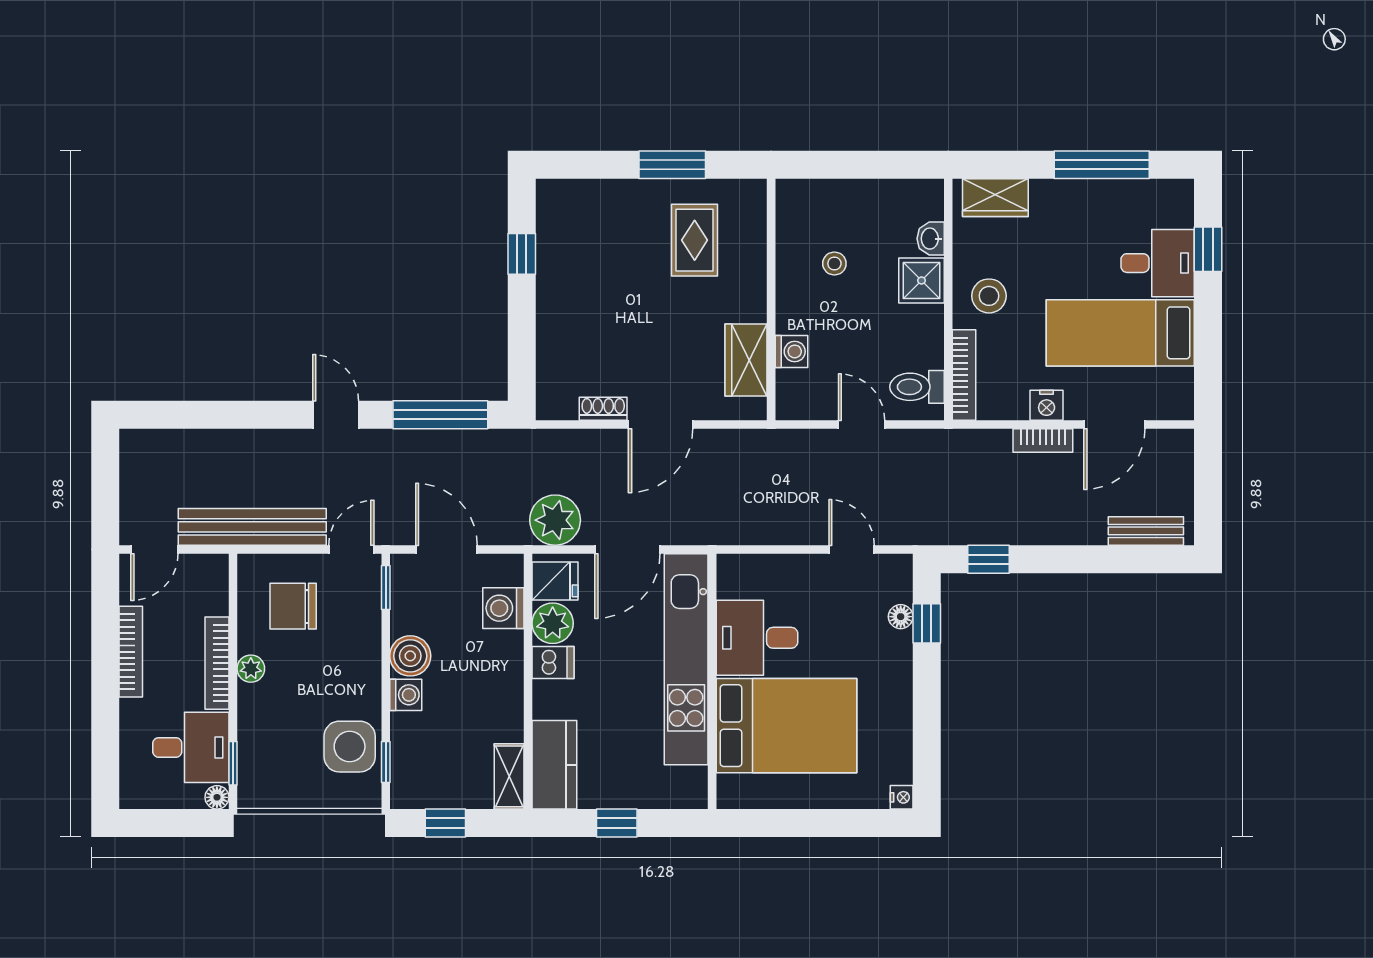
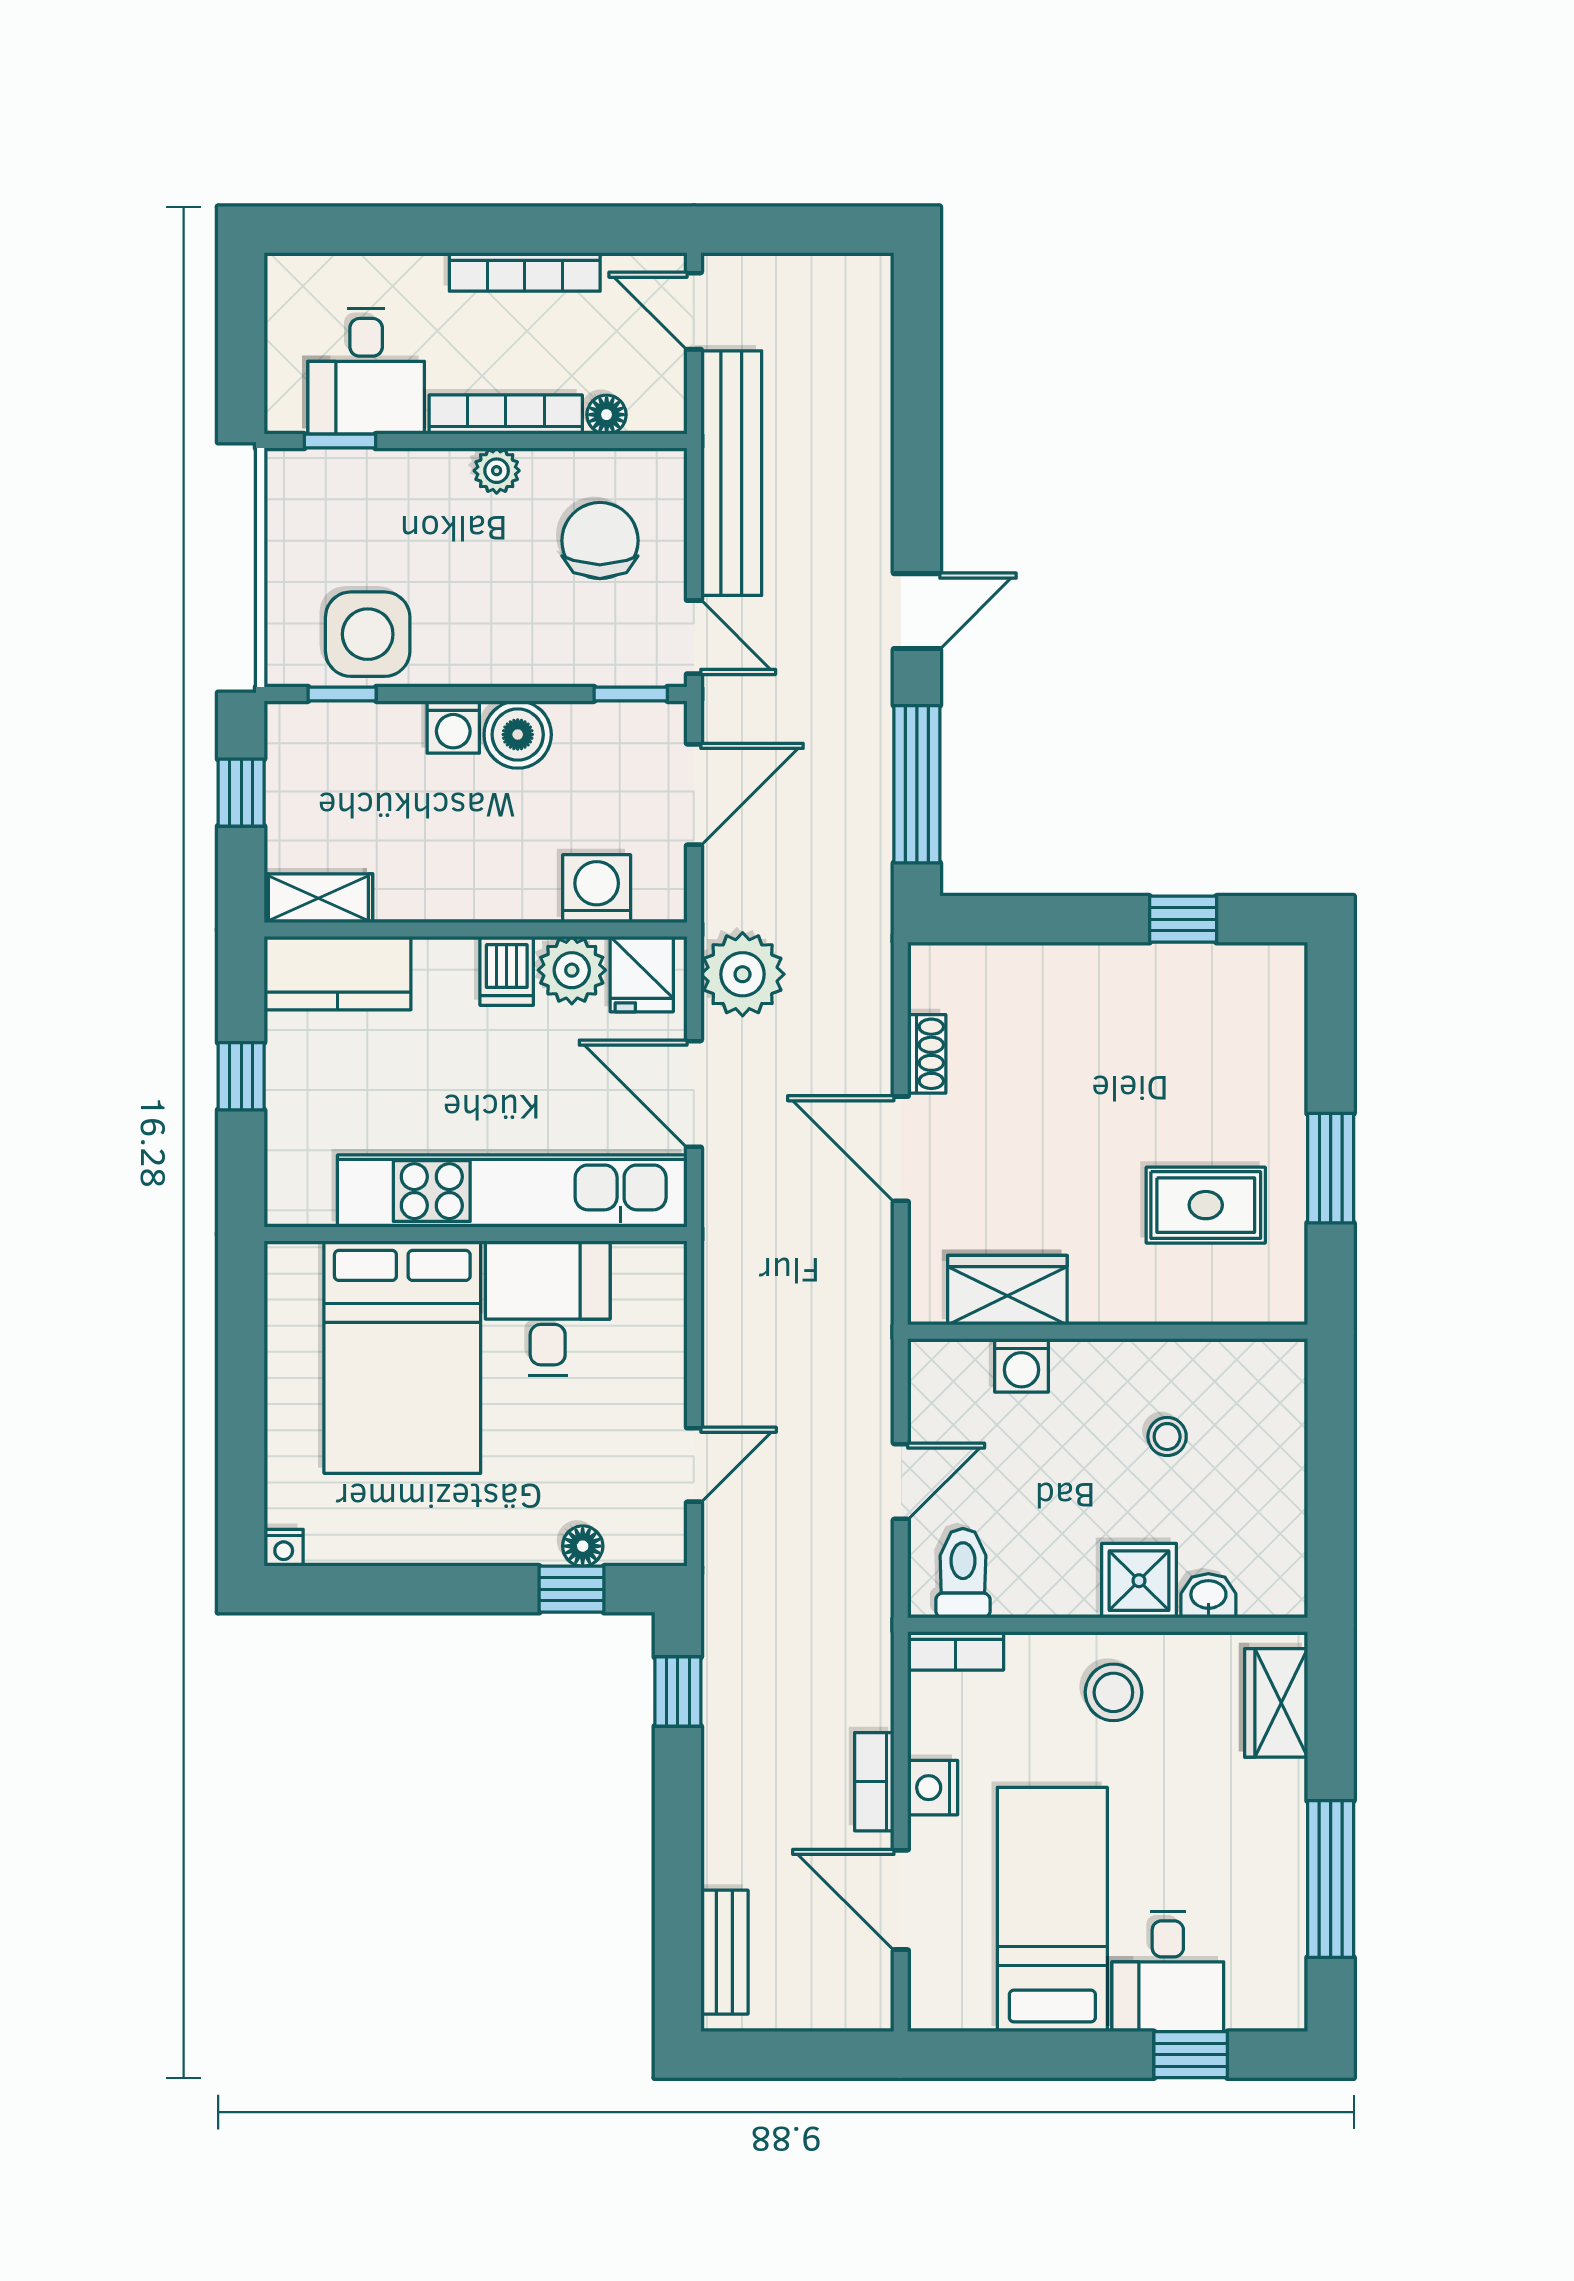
bookcase: (964, 375) -> (956, 1651), width x0.64
floor lamp: (217, 797) -> (607, 415), moved

